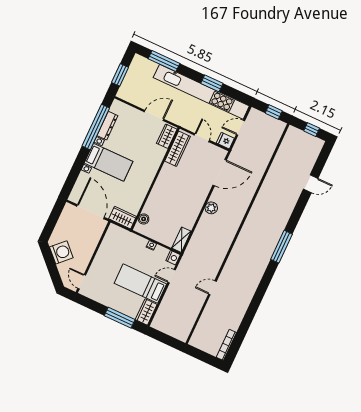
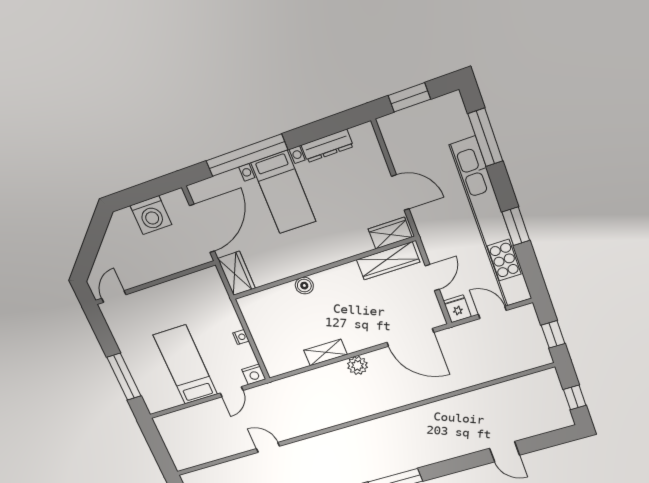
window: (96, 127) -> (247, 155), moved
boiler: (144, 219) -> (304, 286), moved
shelving: (181, 240) -> (326, 352), moved
washing machine: (61, 252) -> (151, 215), moved, turned 45
door: (172, 276) -> (232, 392), swing flipped
wardrobe: (146, 312) -> (162, 400), removed

